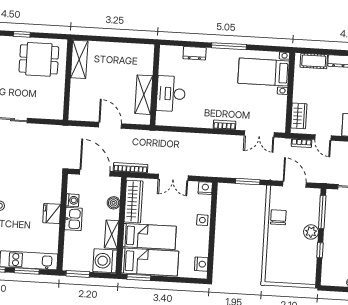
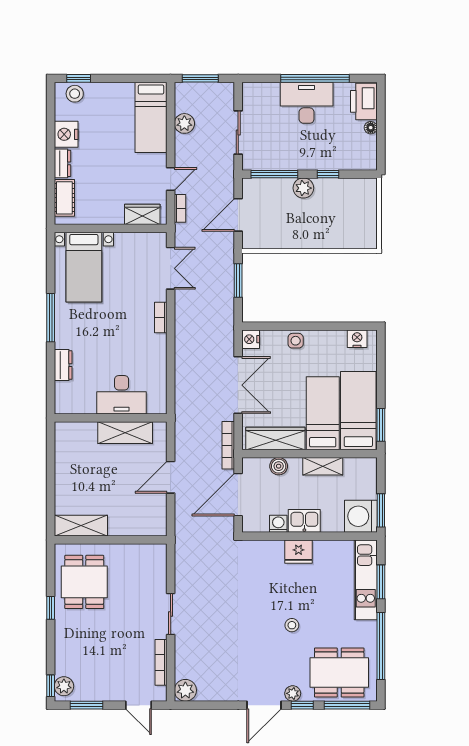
double door: (173, 177) -> (238, 385), width x1.37
chair: (278, 217) -> (285, 235), removed
washing machine: (105, 261) -> (361, 516), moved, turned 90

